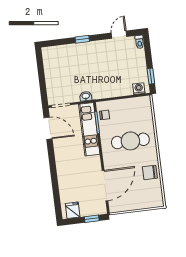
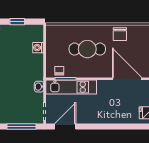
window: (151, 76) -> (17, 22), moved
window: (42, 83) -> (22, 127), added
washing machine: (139, 89) -> (38, 48), moved
cafe table: (130, 141) -> (87, 49), turned 90

